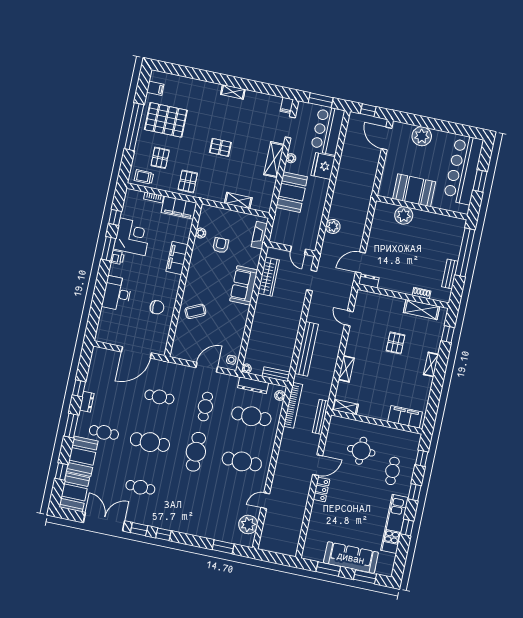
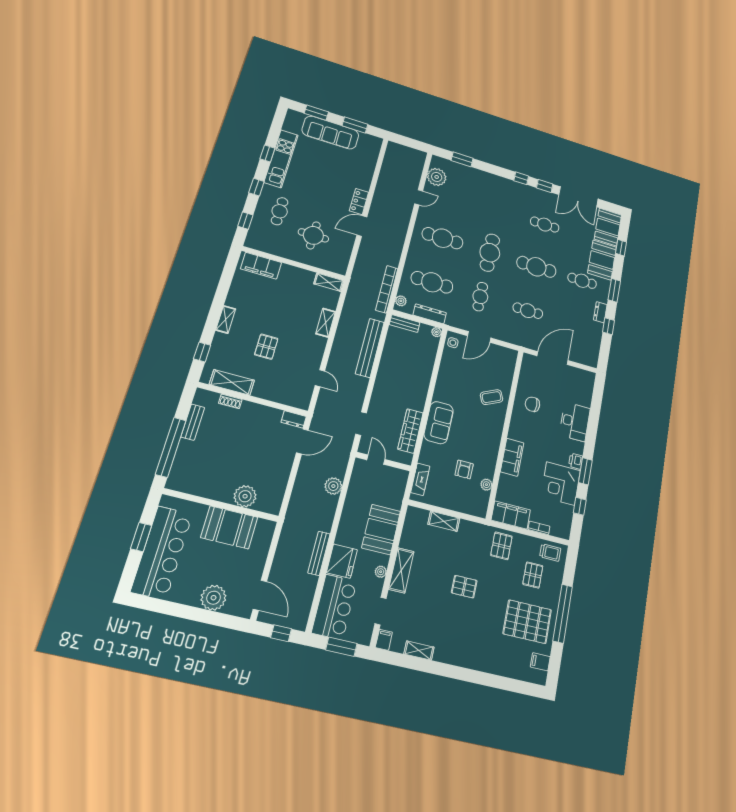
shelving: (233, 92) -> (419, 651), moved
bench: (321, 417) -> (319, 553), moved

